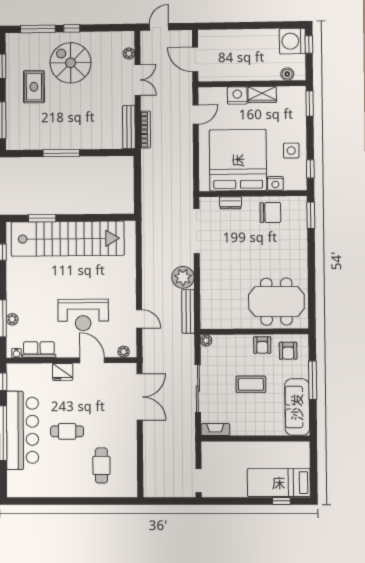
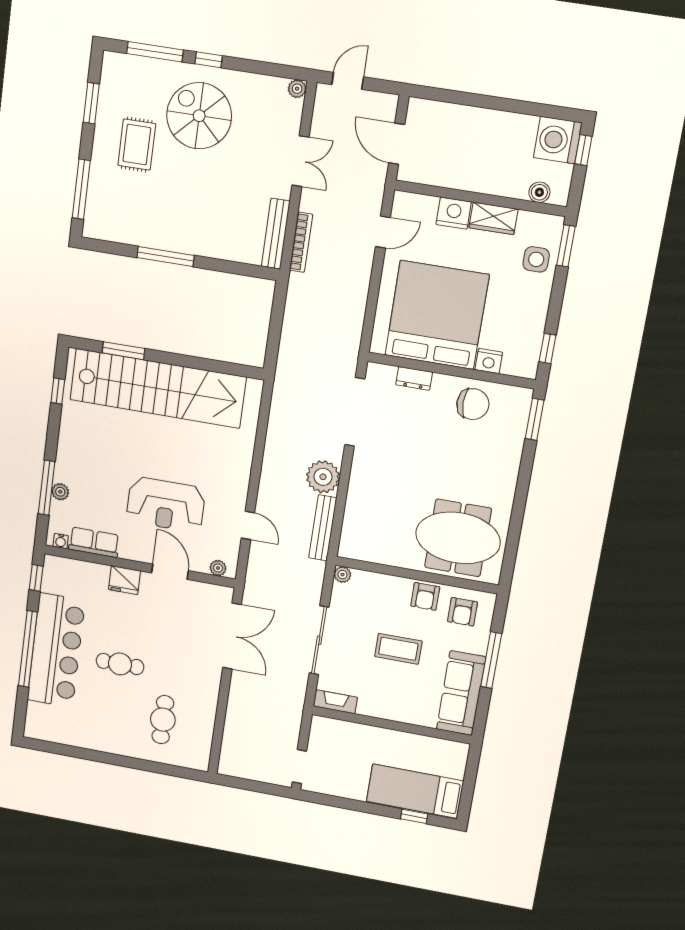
plant: (129, 54) -> (297, 89), moved
side table: (291, 151) -> (536, 259), moved

